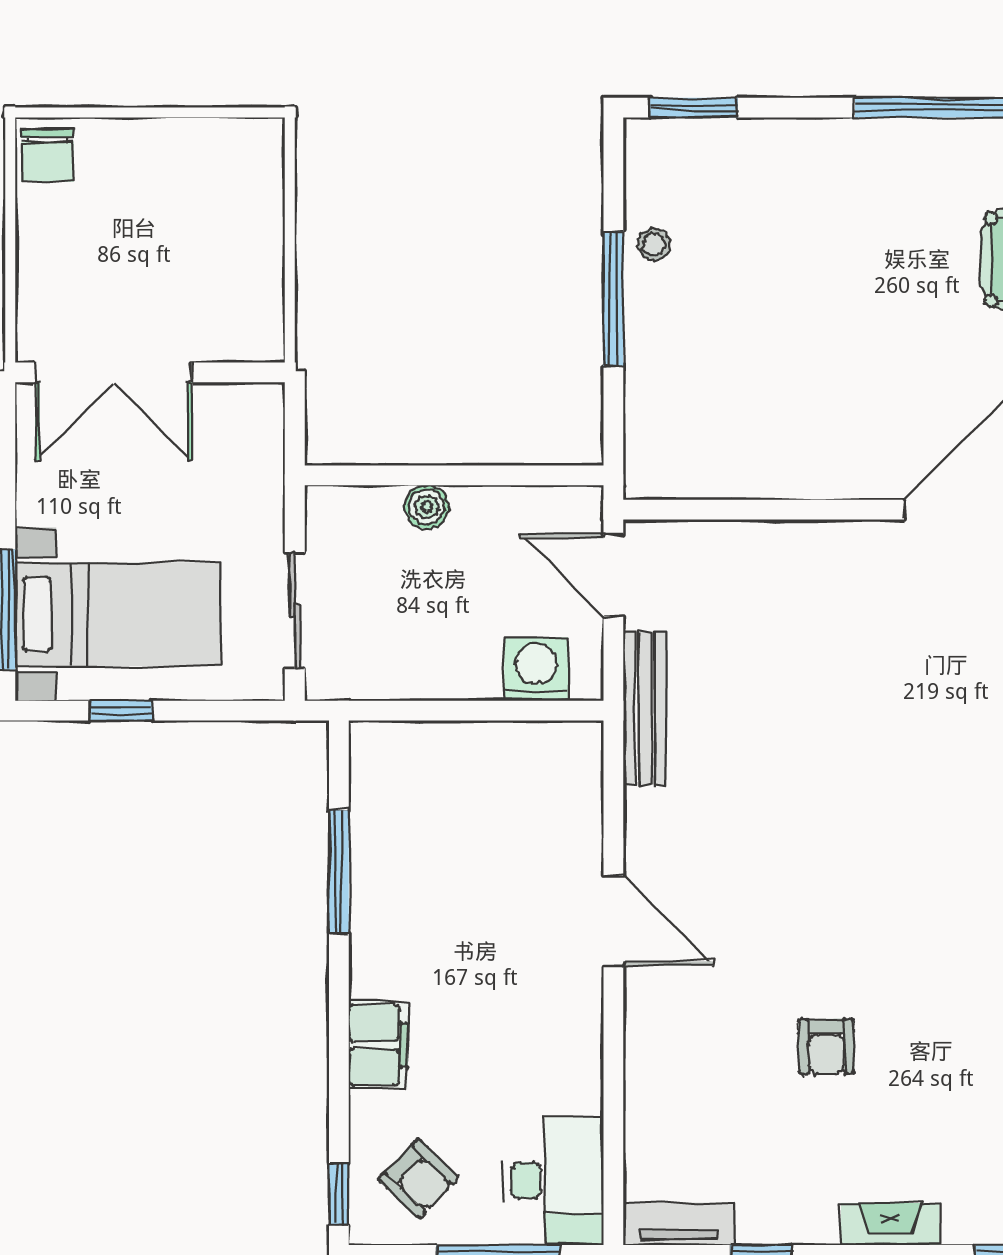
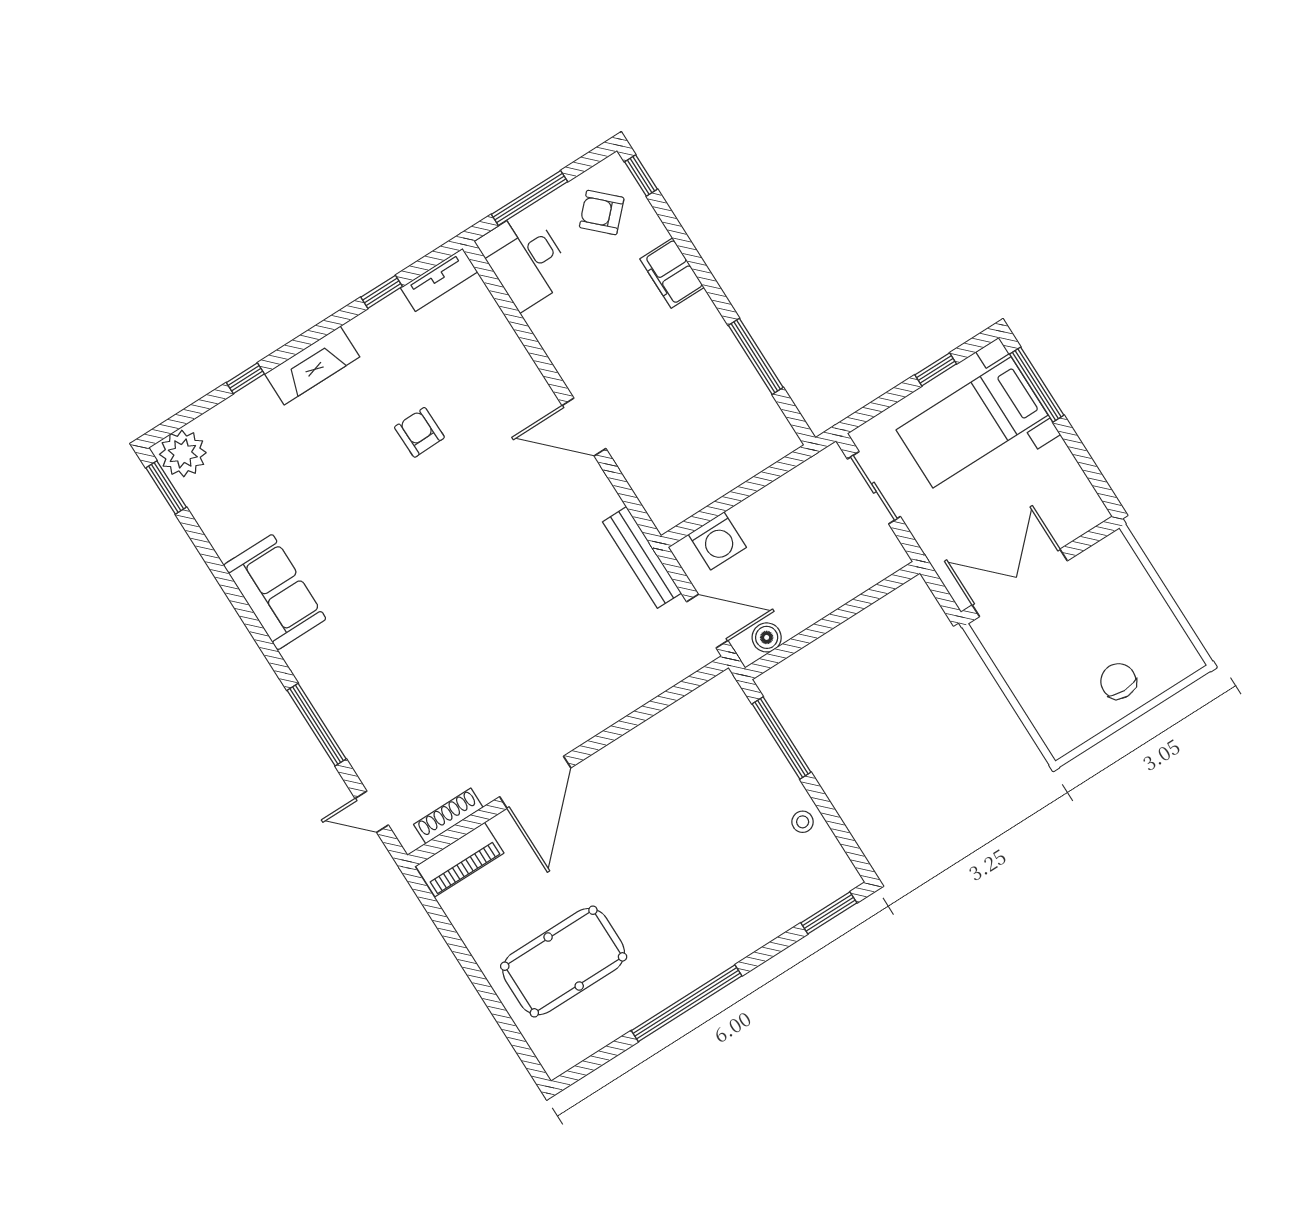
chair: (47, 156) -> (1118, 681), moved
window: (613, 299) -> (781, 738), moved
double door: (114, 372) -> (1020, 583), moved
boiler: (427, 507) -> (767, 637), moved
fireplace: (890, 1224) -> (312, 365), width x1.37, depth x1.32

